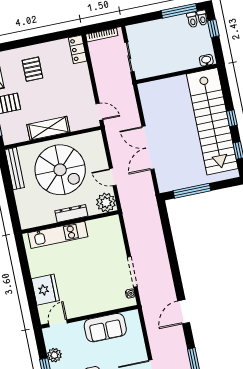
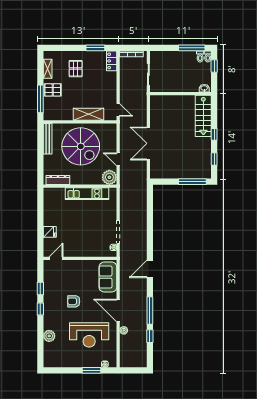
window: (53, 37) -> (95, 48), added
stairs: (212, 121) -> (203, 116), width x0.54, depth x0.66
shelving: (48, 128) -> (89, 114), moved
window: (192, 191) -> (192, 182), moved
dresser: (71, 213) -> (58, 180), moved
kitchen unit: (58, 235) -> (87, 194), moved
fridge: (45, 290) -> (50, 232), width x0.53, depth x0.75
sofa: (105, 328) -> (108, 277), moved, turned 90
plant: (54, 355) -> (49, 281), removed

